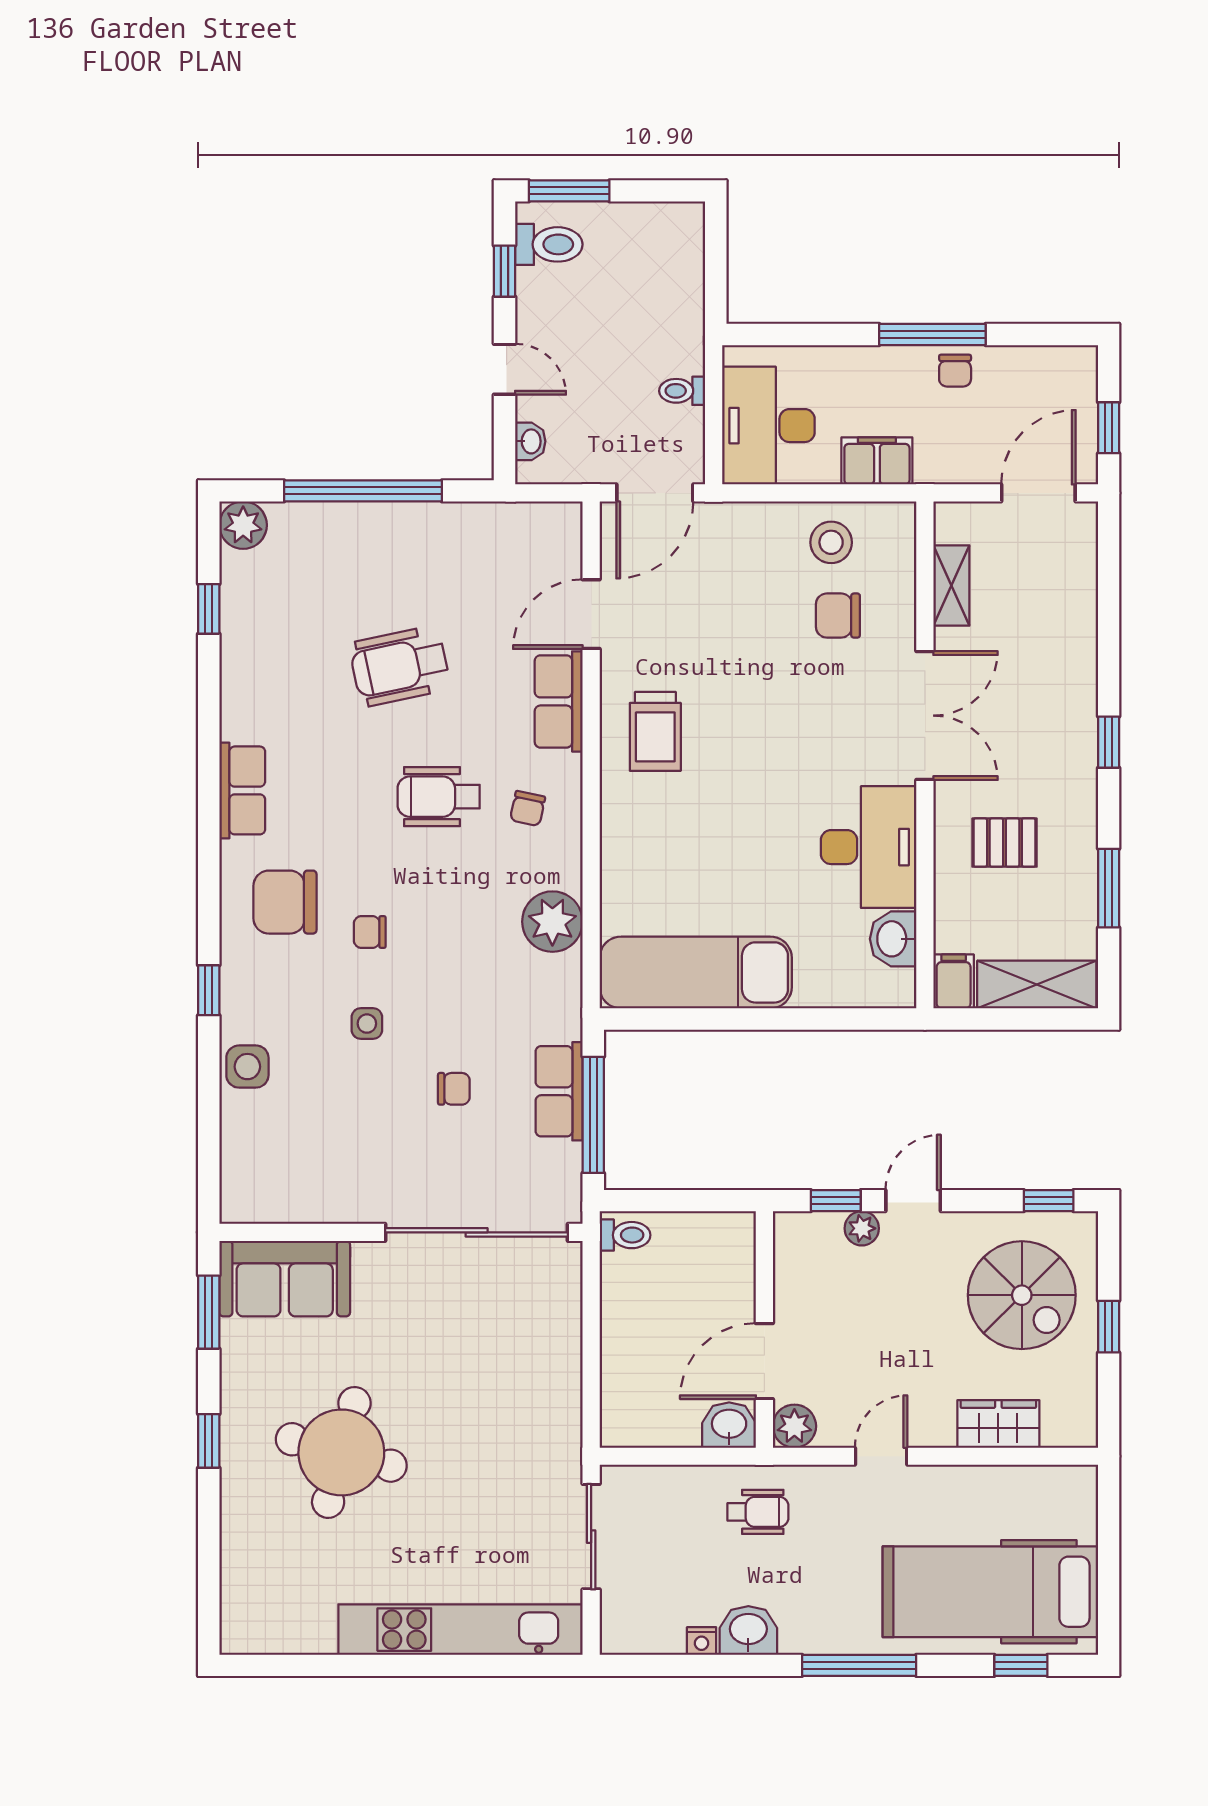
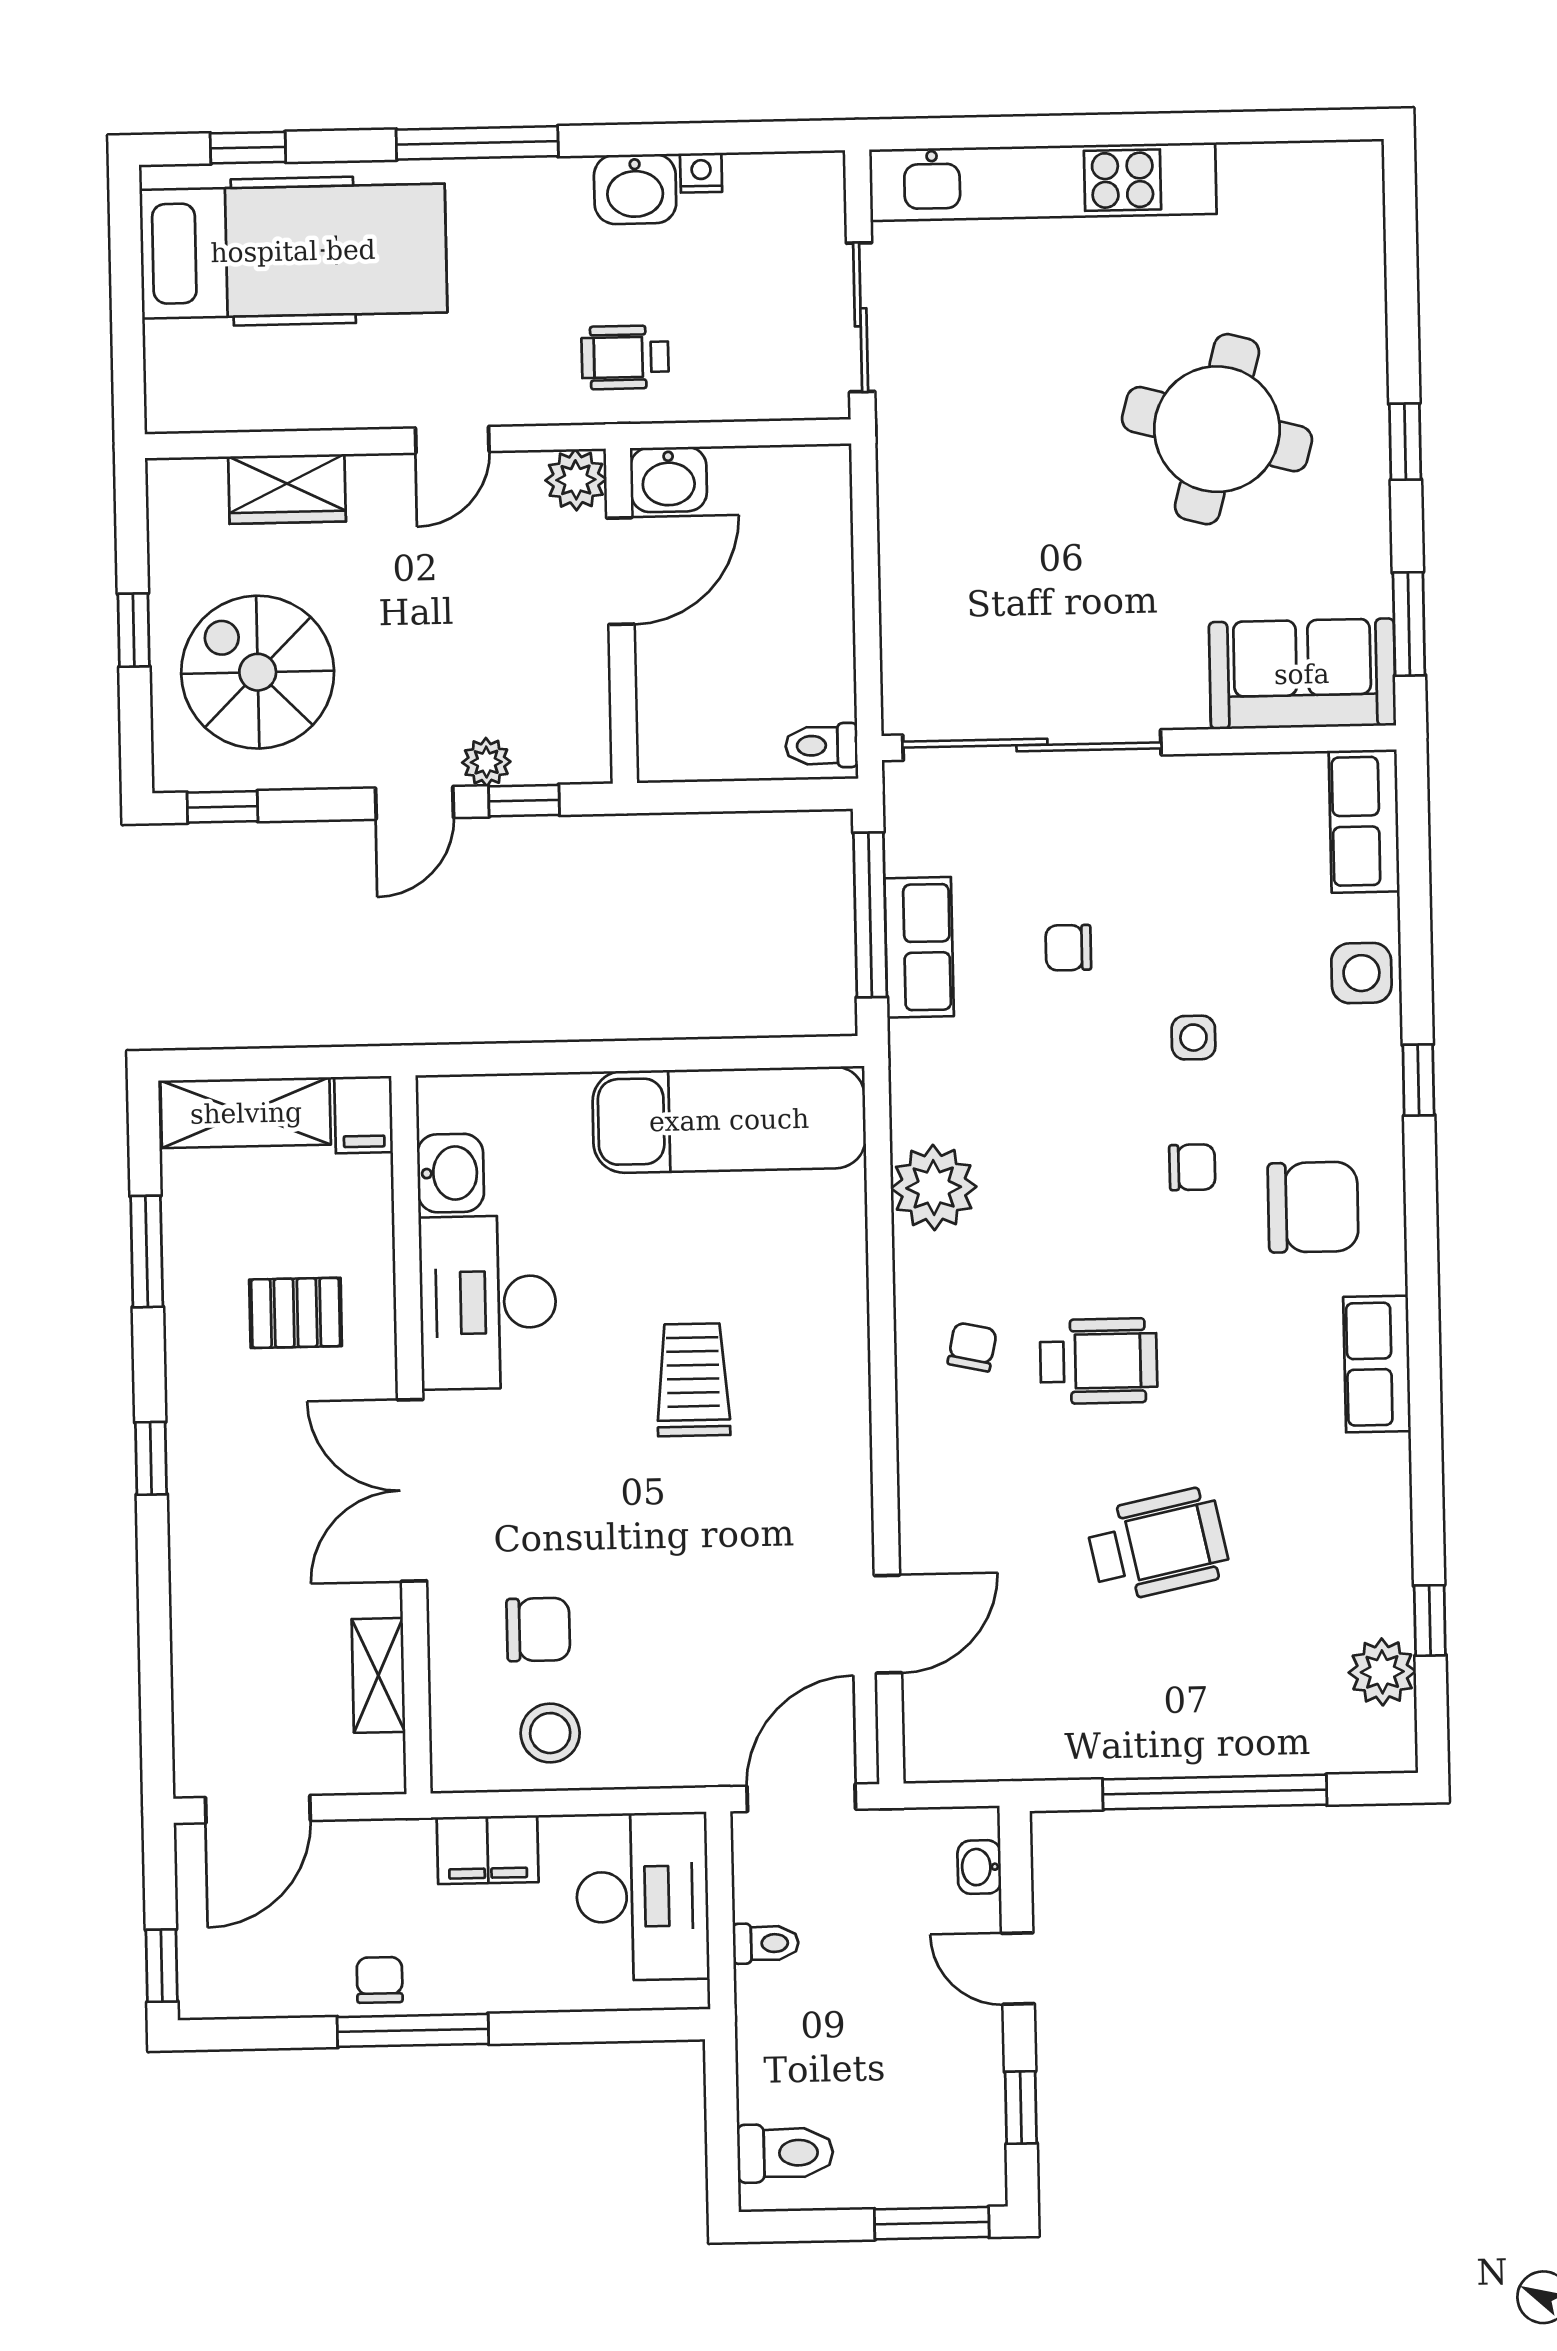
toilet: (549, 244) -> (785, 2153), moved, turned 180
window: (1109, 428) -> (162, 1966), moved
plant: (243, 525) -> (1382, 1672), moved
row of seats: (559, 701) -> (1364, 821), moved, turned 180
trolley: (655, 731) -> (693, 1380), moved

